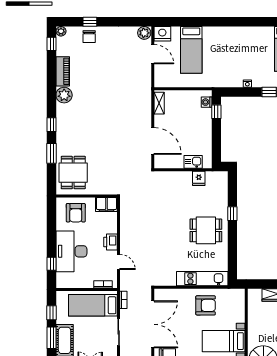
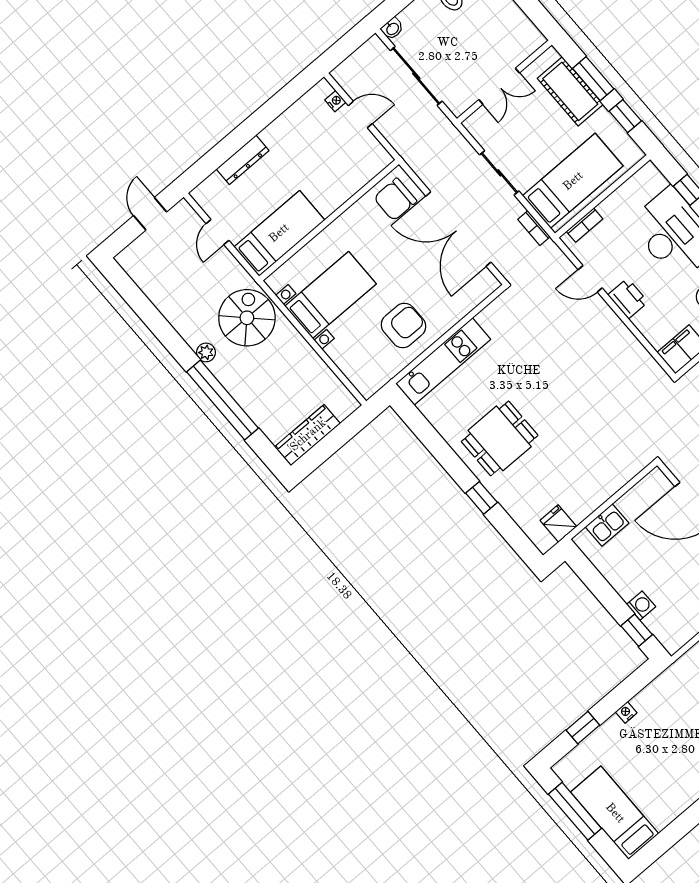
washing machine: (207, 102) -> (641, 606), moved
fridge: (199, 178) -> (558, 524), moved
armchair: (206, 305) -> (403, 326), turned 180

